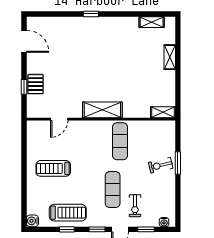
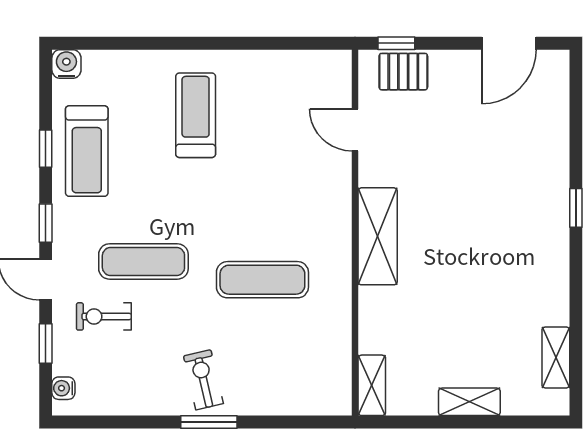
shelving: (102, 110) -> (378, 236), moved
shelving: (163, 112) -> (372, 385), moved
door: (59, 119) -> (355, 130), moved
wall: (101, 119) -> (355, 233), moved

